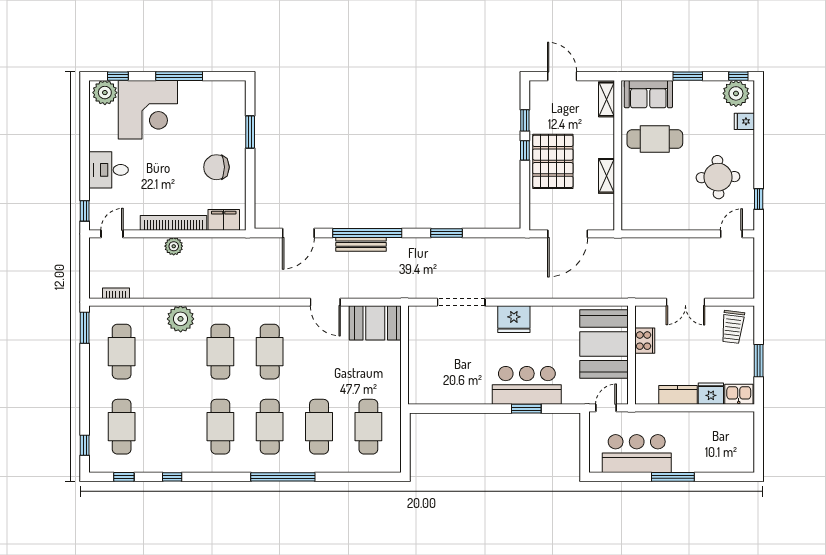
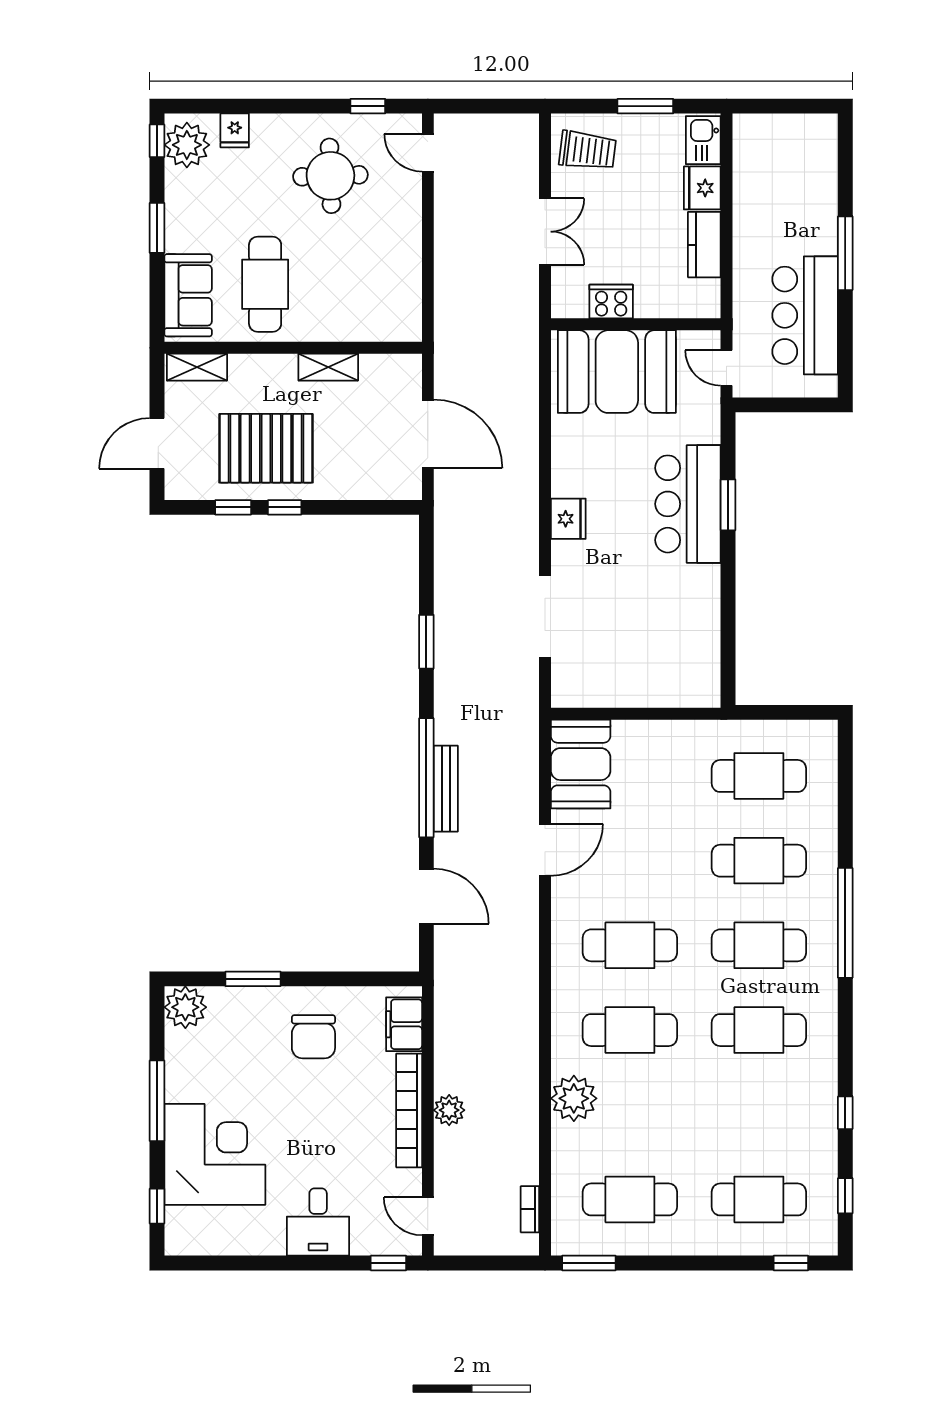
plant: (105, 93) -> (185, 1007), moved
pallet: (553, 161) -> (266, 448), moved
fridge: (514, 319) -> (568, 519), width x0.73, depth x0.75

